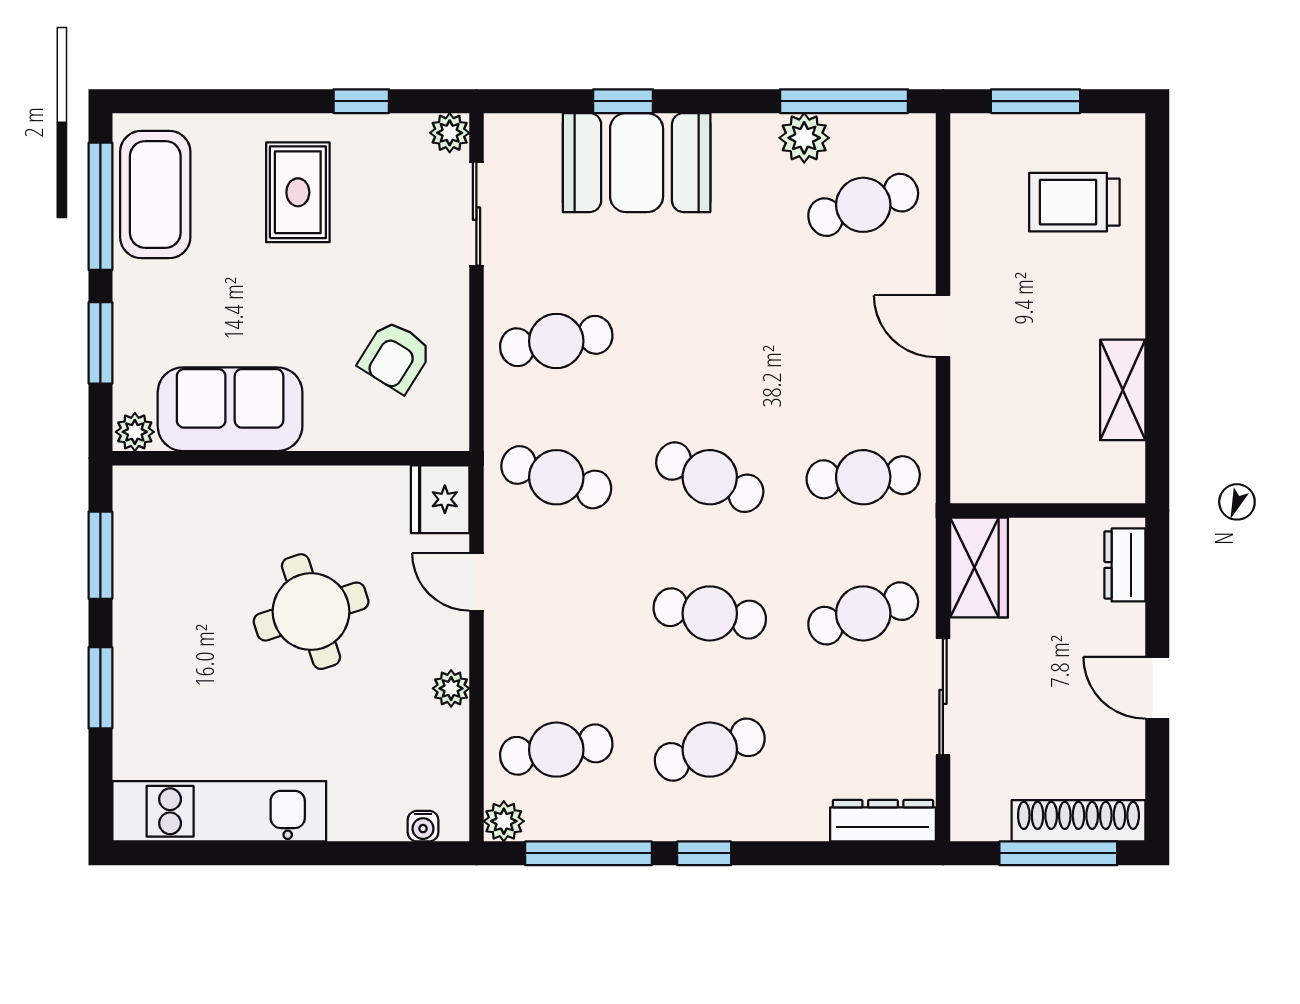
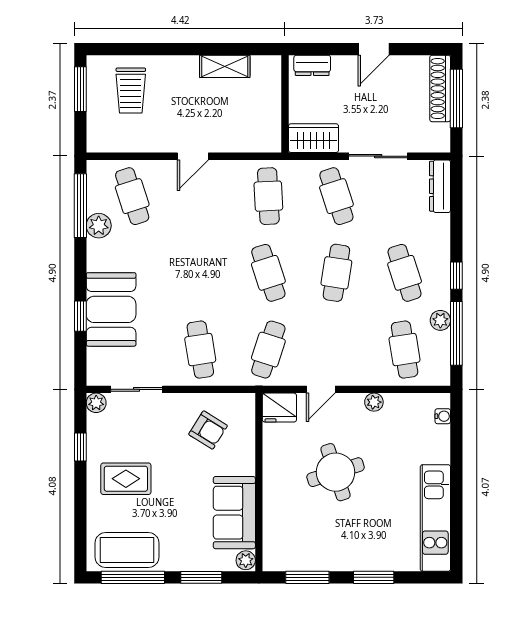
window: (1036, 101) -> (80, 89), moved
cafe table: (710, 477) -> (268, 273), turned -42
plant: (504, 821) -> (440, 320), moved

